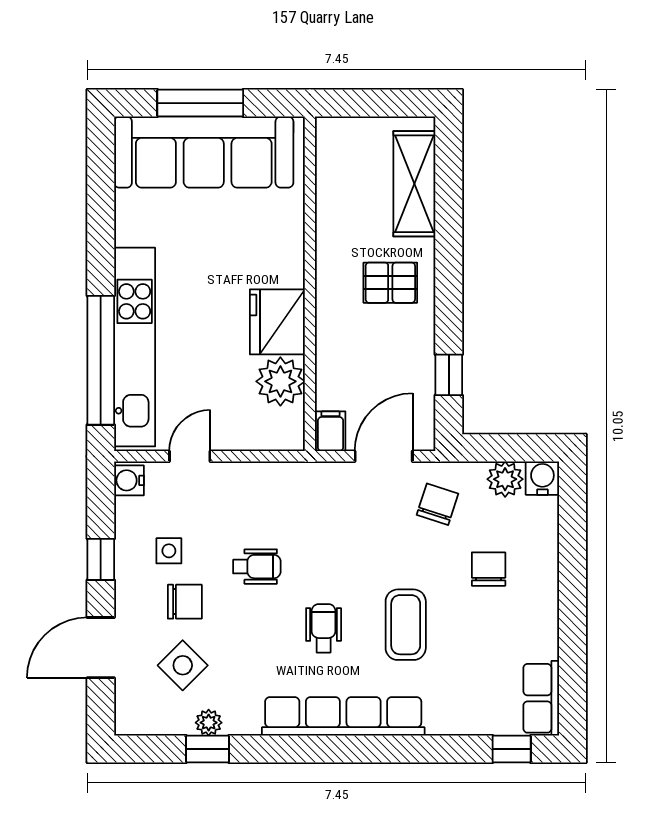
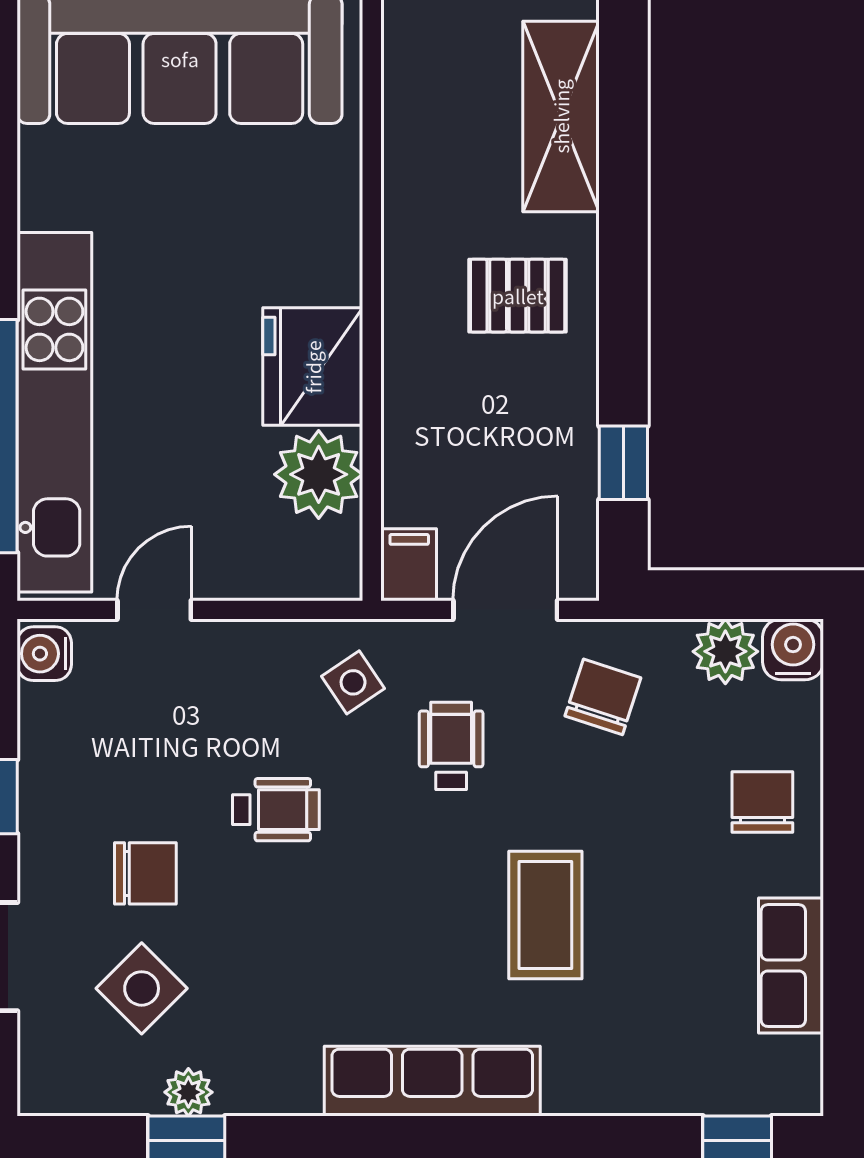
side table: (169, 551) -> (353, 682), moved, turned -34
chair: (489, 569) -> (762, 802), moved
wheelchair: (324, 628) -> (451, 746), moved
row of seats: (541, 698) -> (791, 966), moved
row of seats: (343, 716) -> (432, 1081), width x0.73

